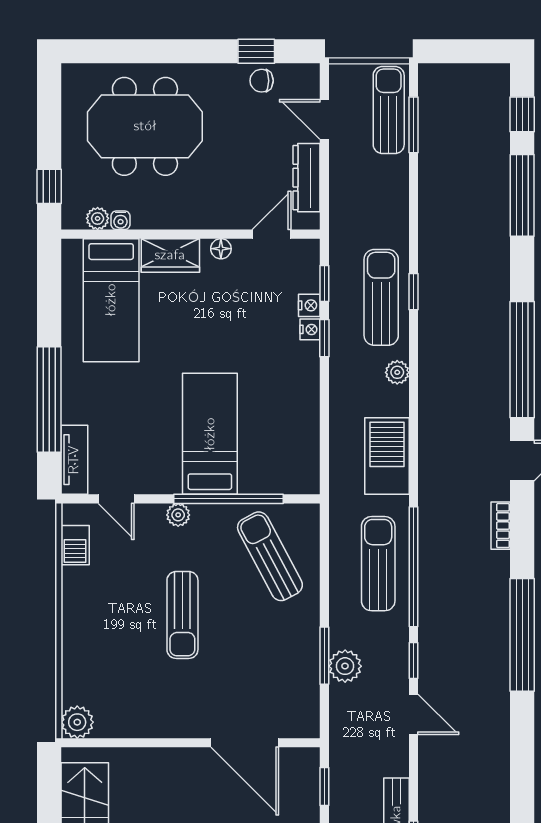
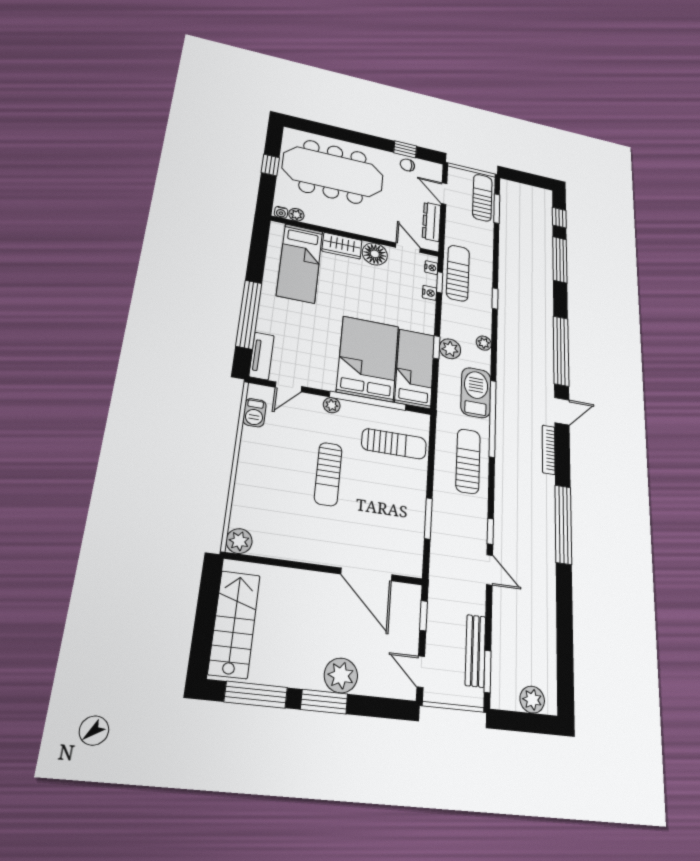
meeting table: (145, 126) -> (333, 172), width x1.36
window: (49, 186) -> (270, 165), moved
water cooler: (121, 220) -> (281, 212), moved
door: (271, 234) -> (408, 248), hinge flipped
floor lamp: (221, 249) -> (375, 254), width x1.89, depth x1.89
sun lounger: (381, 297) -> (458, 273), moved
nightstand: (310, 329) -> (431, 268), moved
window: (324, 338) -> (437, 347), moved
bed: (210, 434) -> (368, 359), width x1.50
bed: (293, 436) -> (415, 369), added
door: (116, 499) -> (288, 387), hinge flipped
bookcase: (501, 526) -> (549, 450), width x1.56
sun lounger: (270, 556) -> (394, 444), turned 118
window: (414, 567) -> (493, 418), moved
plant: (345, 666) -> (450, 349), moved

